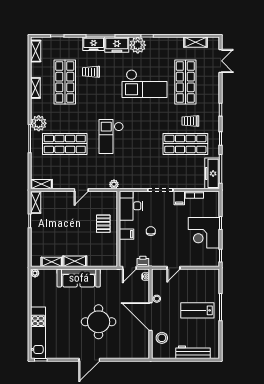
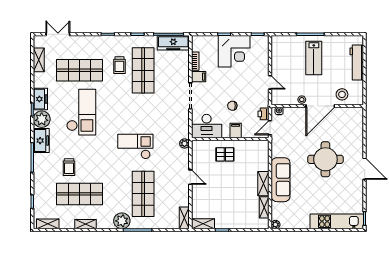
freezer: (94, 44) -> (40, 99), moved
checkout: (111, 136) -> (135, 146), turned 180
door: (129, 268) -> (270, 128), swing flipped

